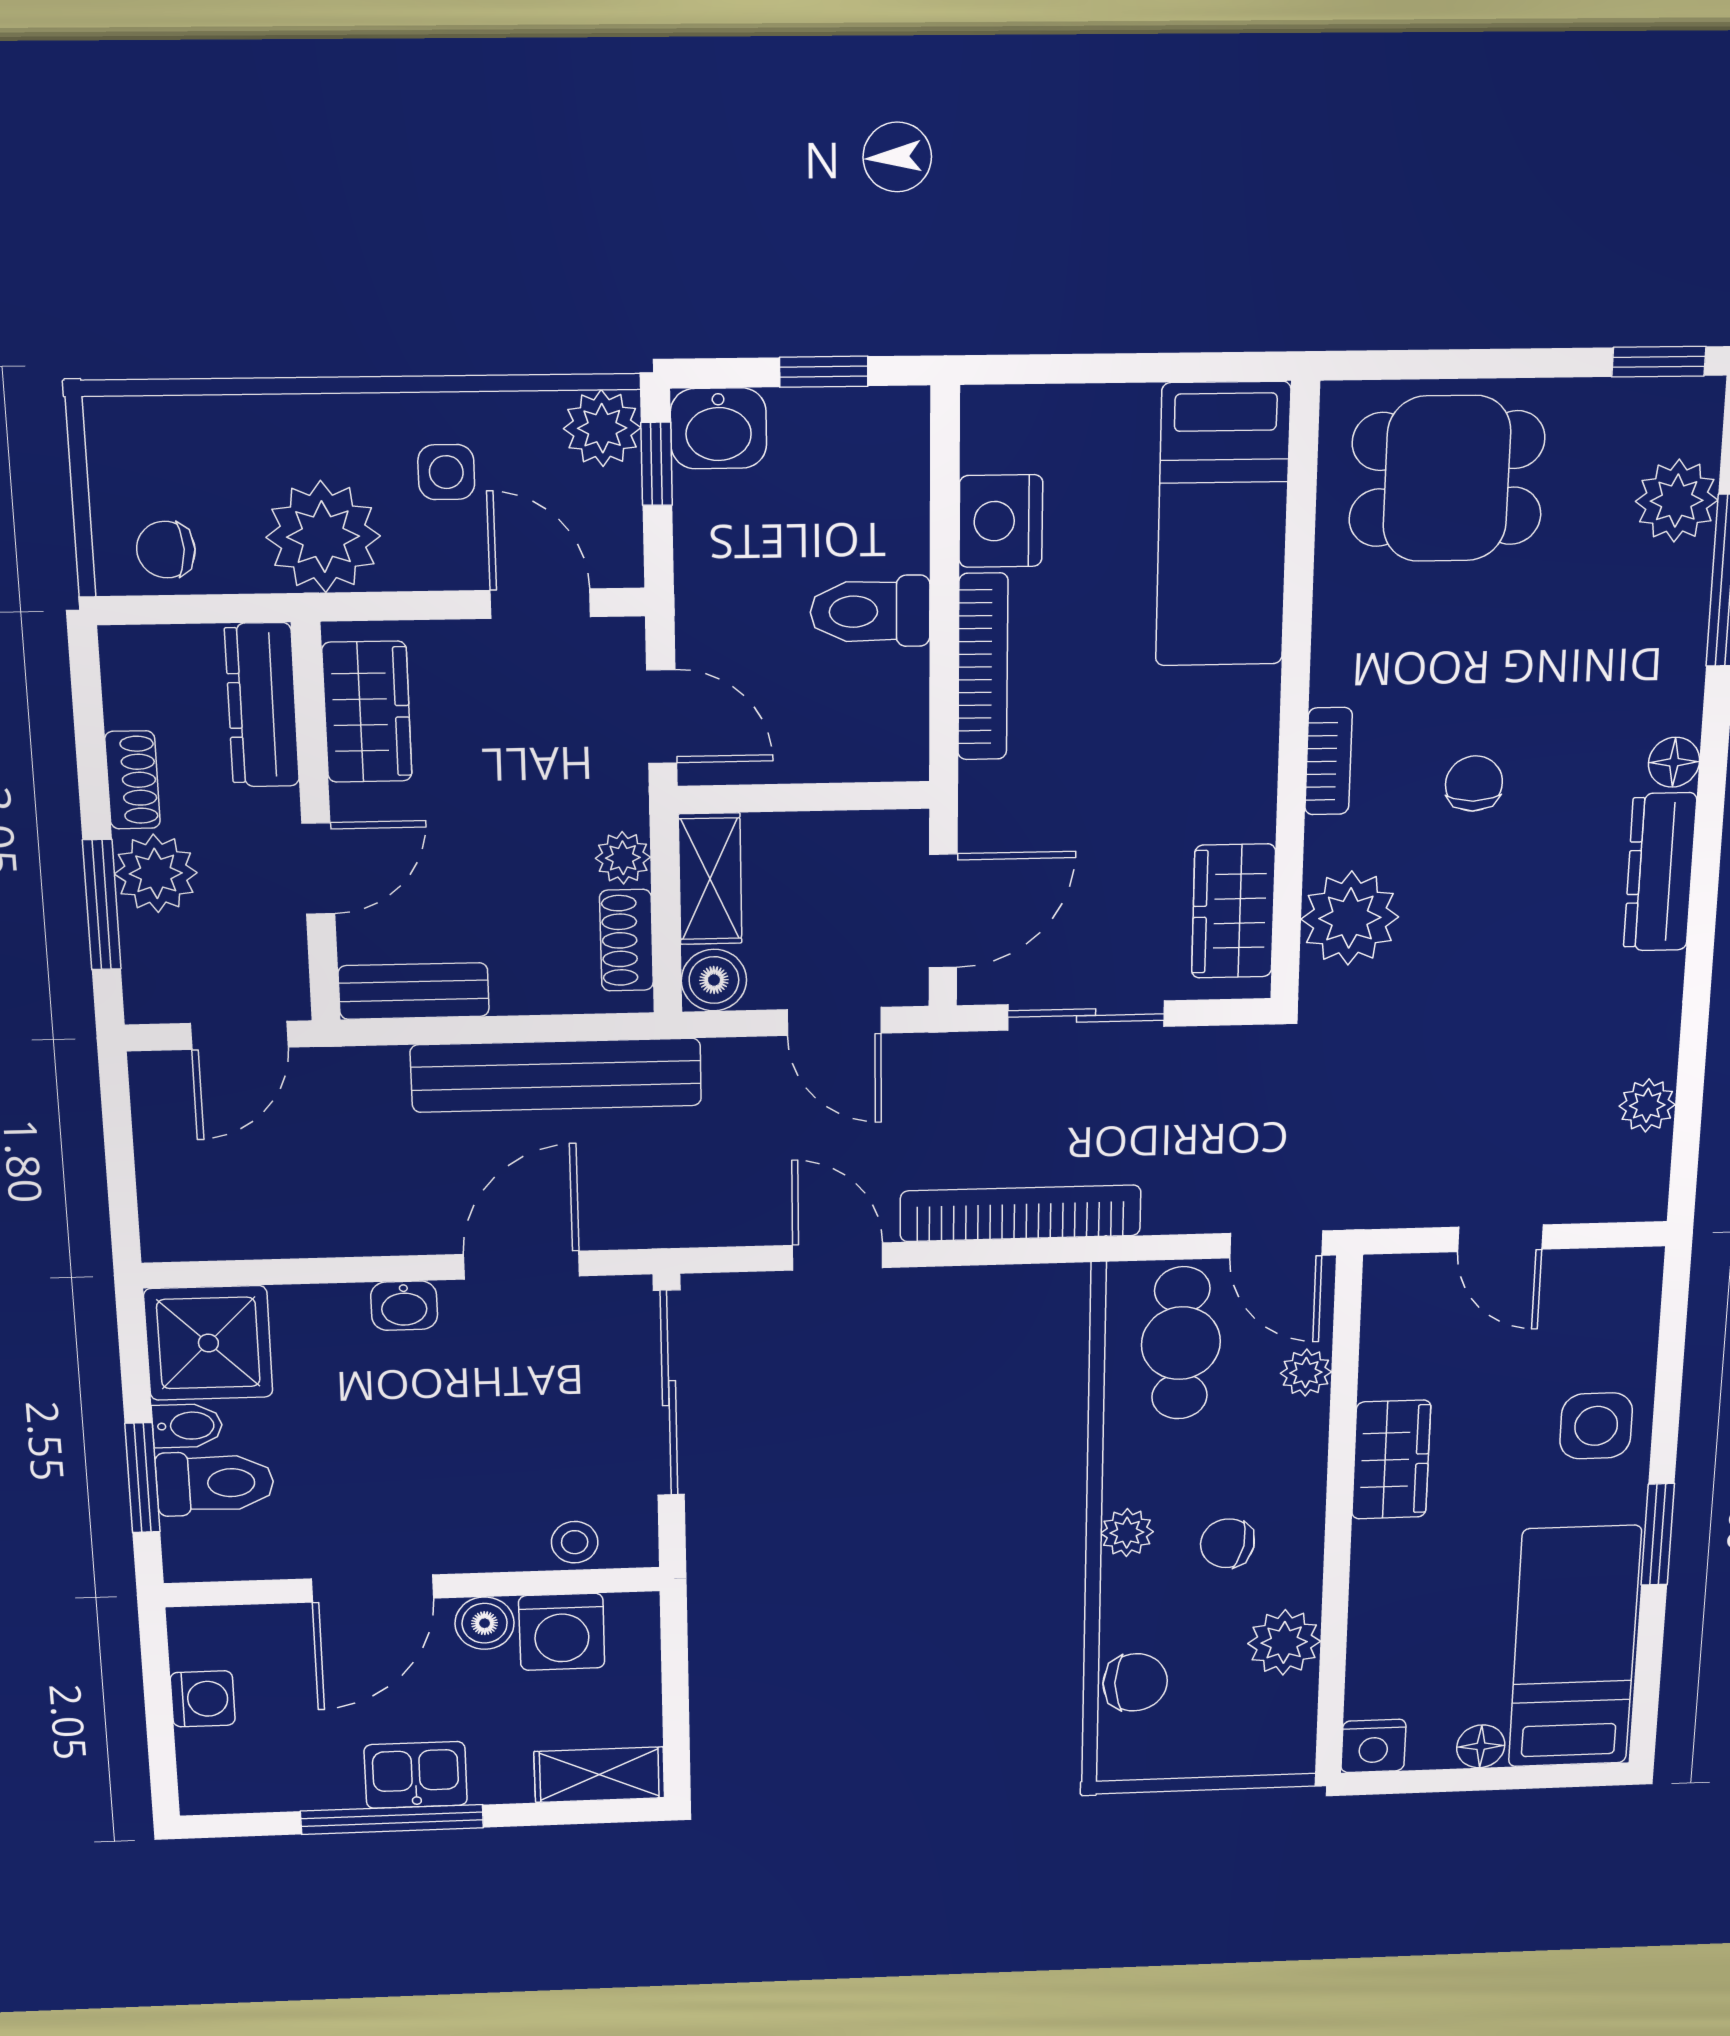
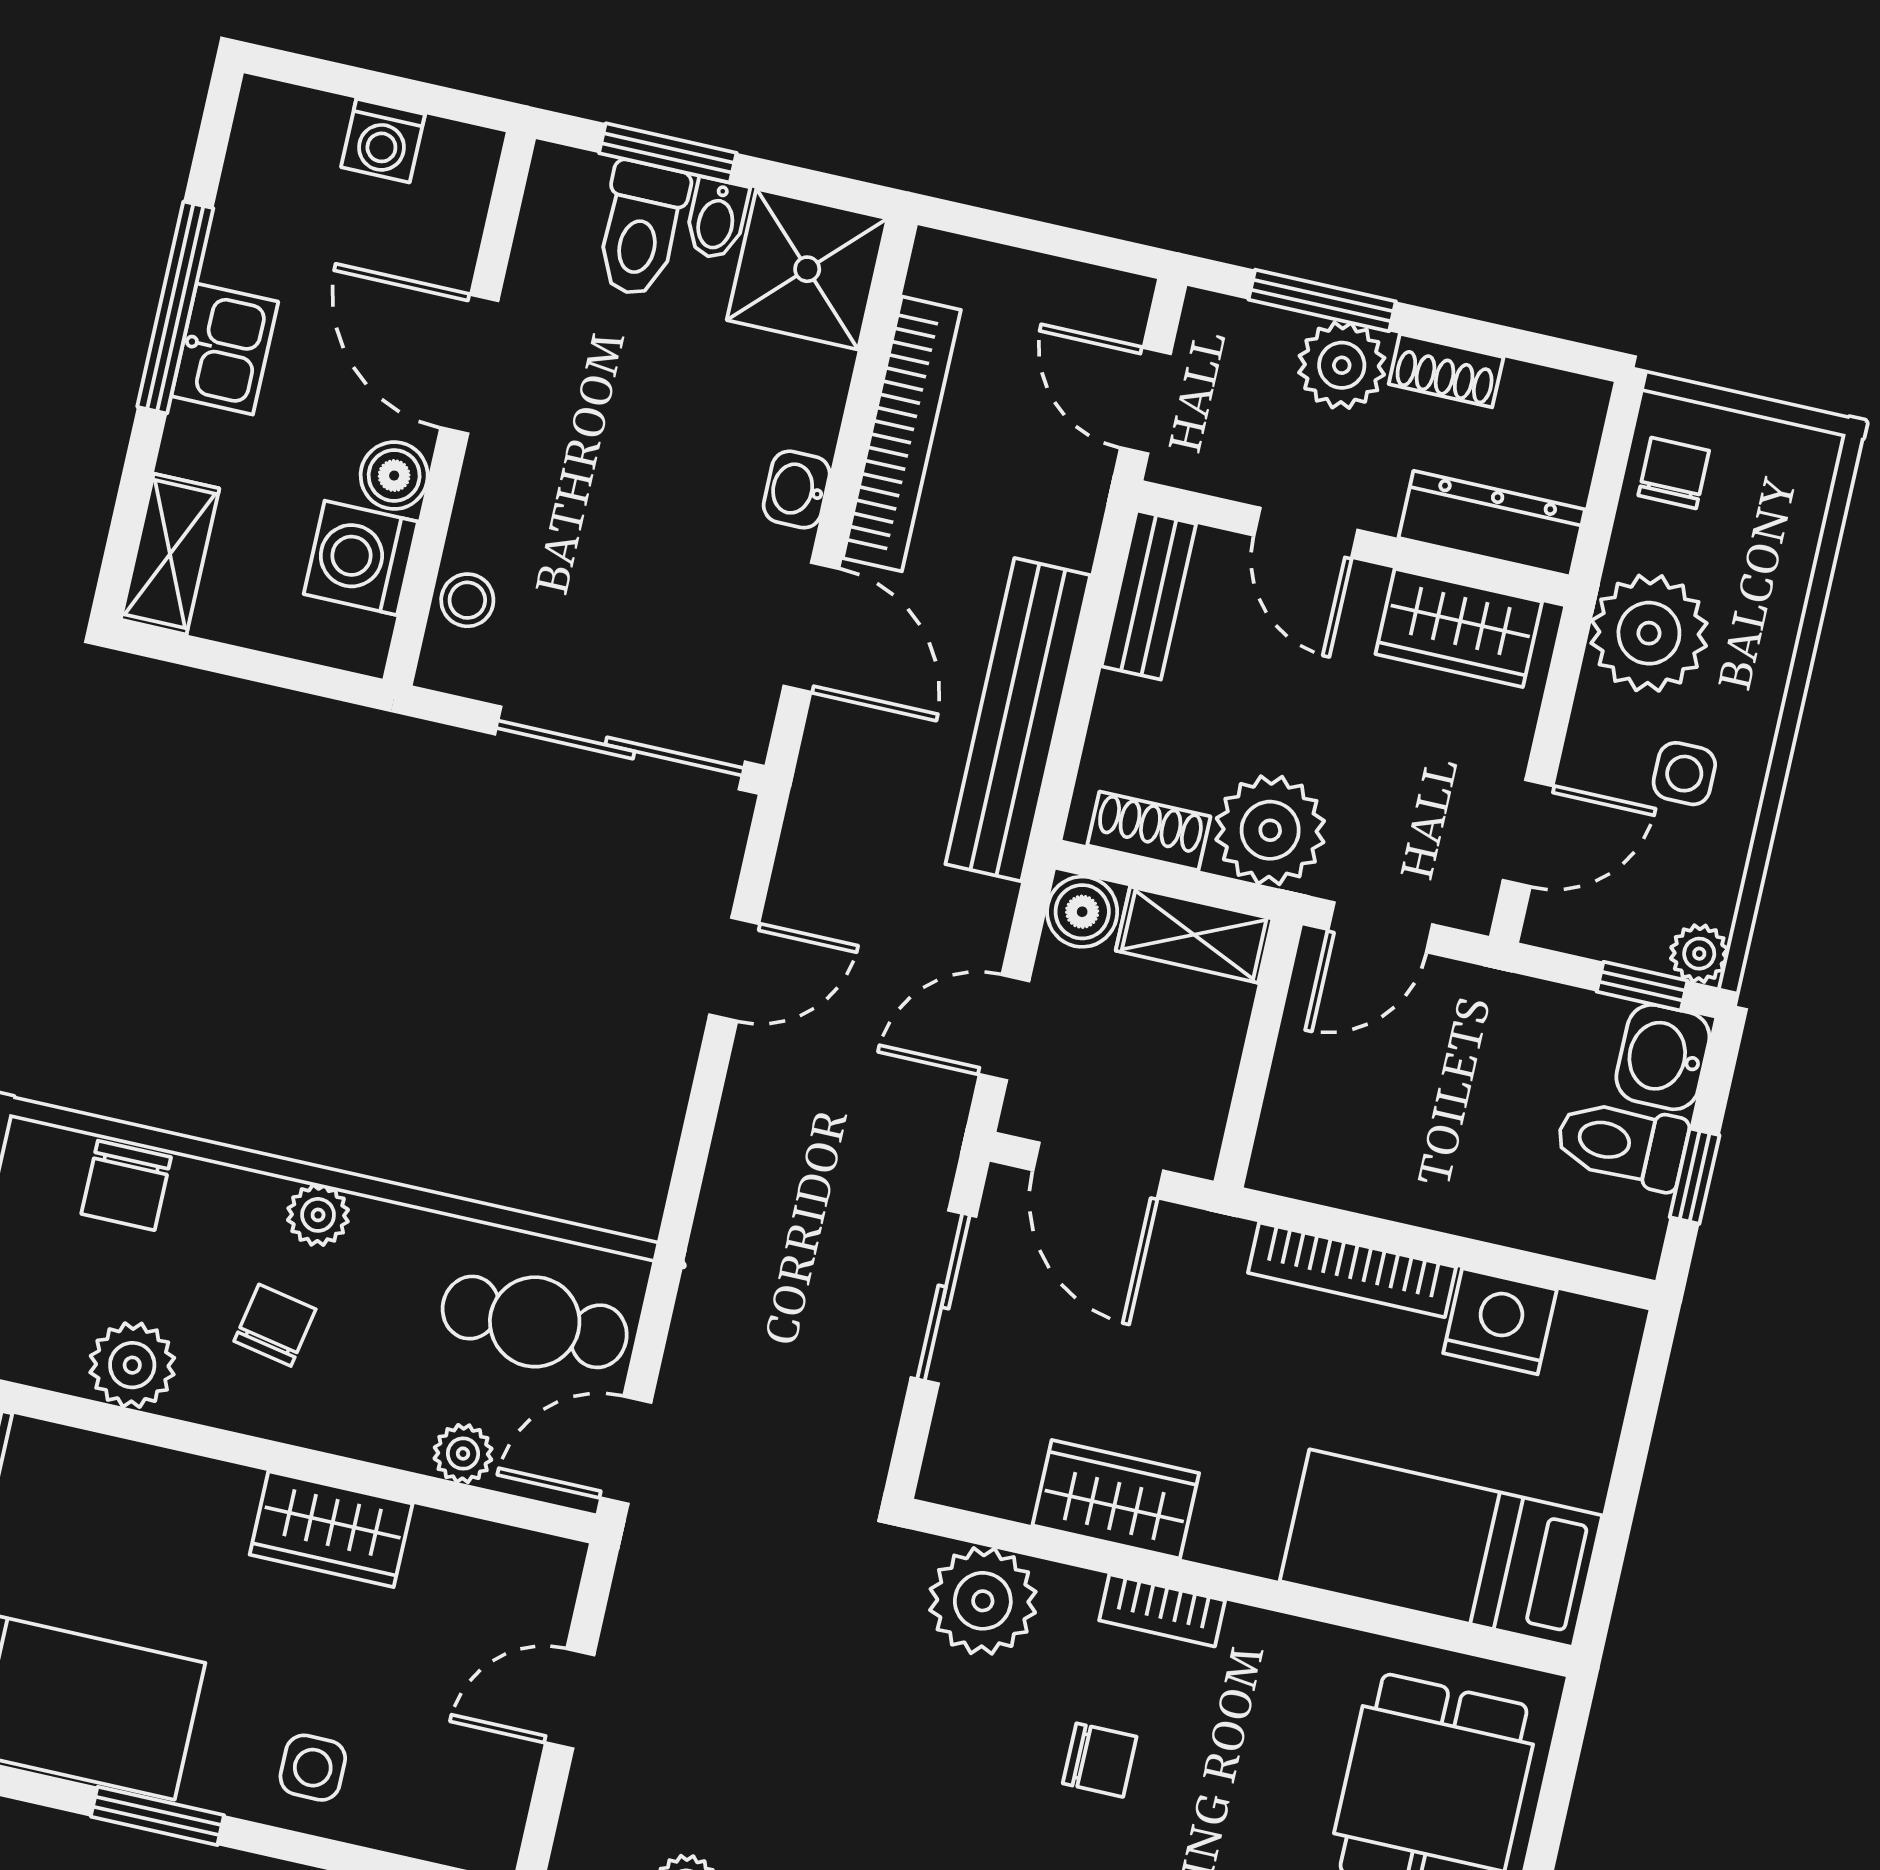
plant: (602, 428) -> (1699, 954), width x0.73, depth x0.73
toilet: (870, 611) -> (1622, 1144), moved, turned -90
plant: (623, 858) -> (1270, 830), width x1.88, depth x1.88
wardrobe: (1233, 911) -> (1116, 1499), moved
bookcase: (1021, 1213) -> (902, 434), moved
side table: (1596, 1426) -> (313, 1768), width x0.73, depth x0.73

